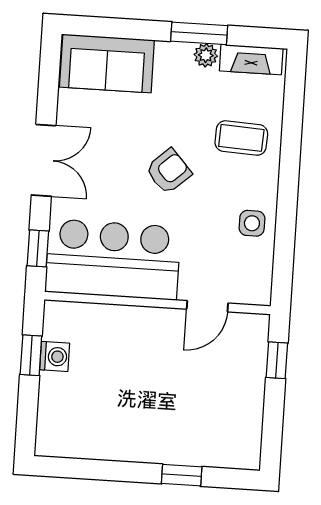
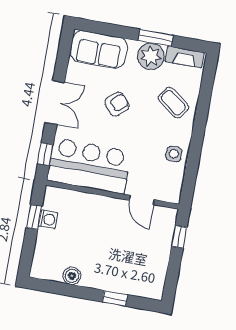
plant: (206, 55) -> (151, 56), width x1.87, depth x1.87
coffee table: (241, 138) -> (173, 103), turned 34
armchair: (169, 171) -> (117, 104), moved
door: (207, 306) -> (142, 200), hinge flipped
boiler: (106, 446) -> (72, 276), added

